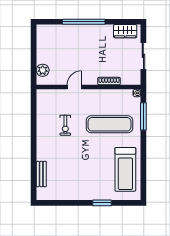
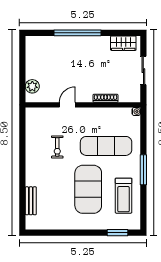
window: (143, 116) -> (143, 170), moved
exercise mat: (93, 164) -> (88, 189), added
treadmill: (125, 169) -> (124, 196), width x0.73, depth x0.73
window: (102, 203) -> (117, 233), moved

